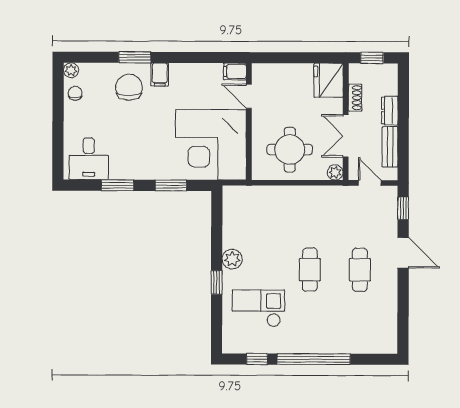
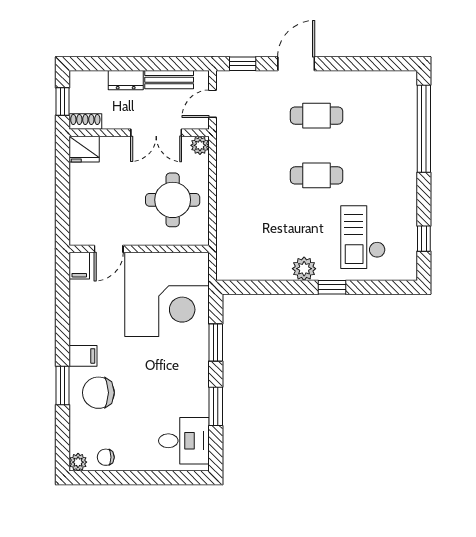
fridge: (329, 80) -> (84, 149), width x0.73, depth x0.75
shoe rack: (355, 98) -> (85, 122), moved
window: (314, 359) -> (424, 129), moved

